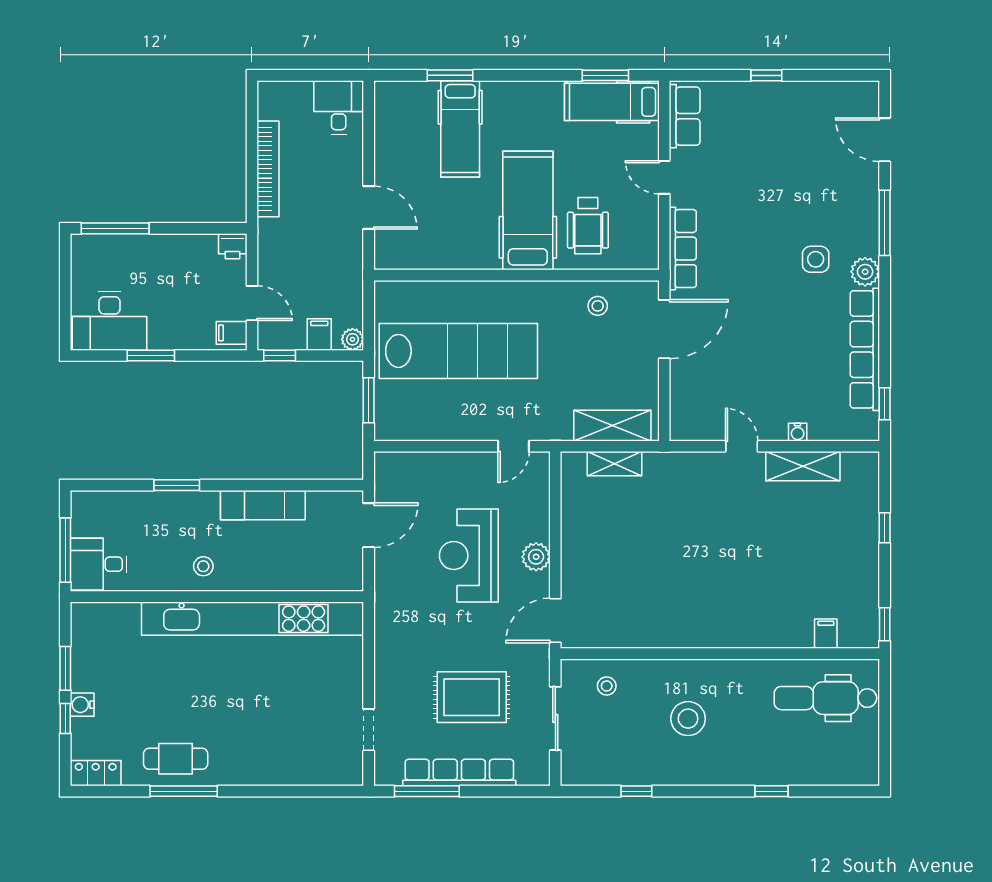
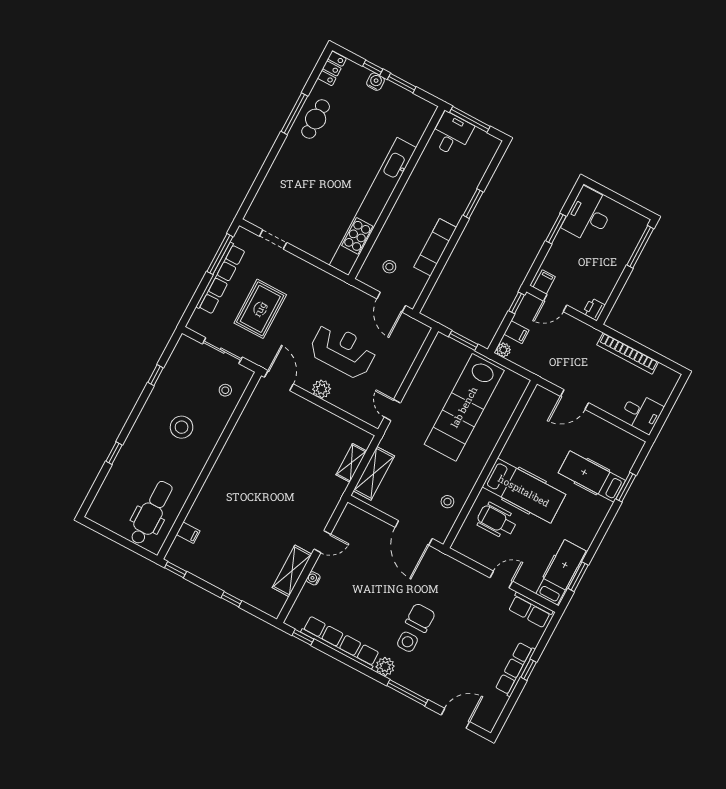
row of seats: (683, 249) -> (515, 669), moved, turned 90
chair: (774, 259) -> (420, 618), added
stool: (203, 566) -> (389, 267), moved

